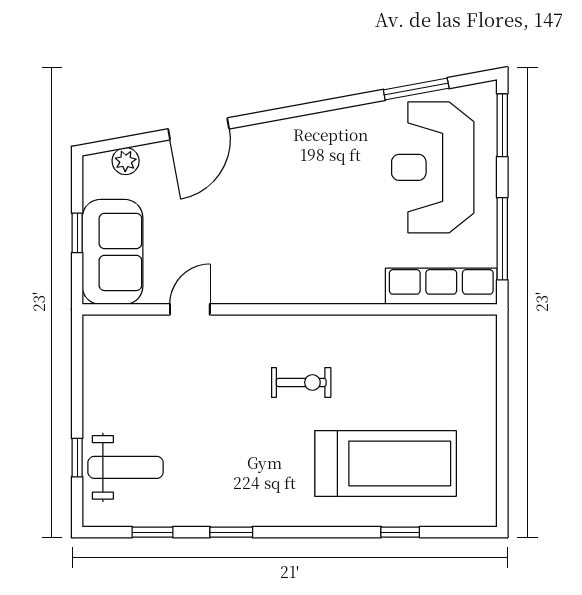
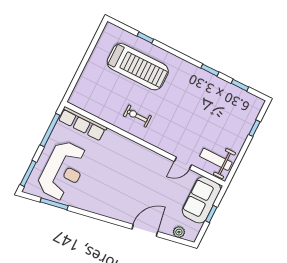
exercise bike: (301, 383) -> (137, 116), moved
treadmill: (386, 463) -> (138, 67), turned 180
weight bench: (126, 467) -> (216, 159), moved

